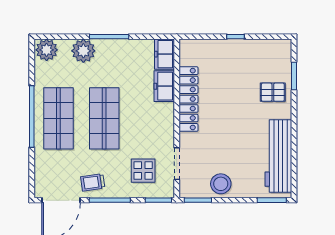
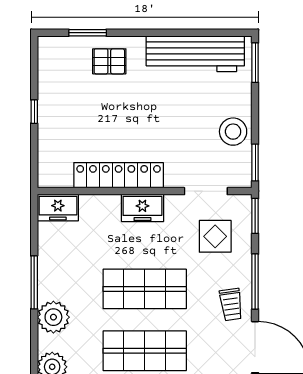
freezer: (164, 86) -> (142, 208), moved
pallet: (273, 92) -> (109, 61), turned 90

